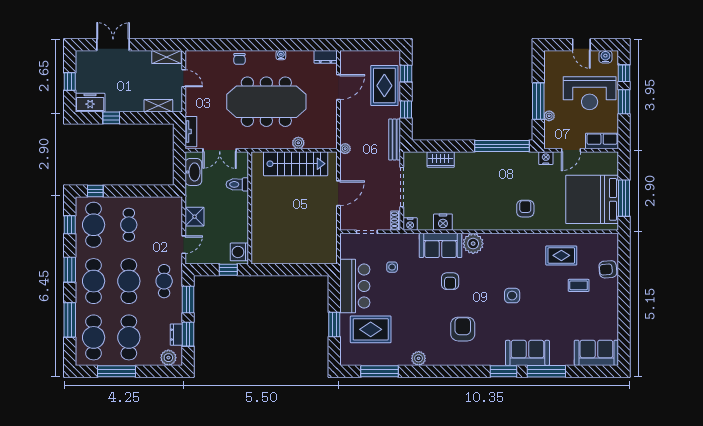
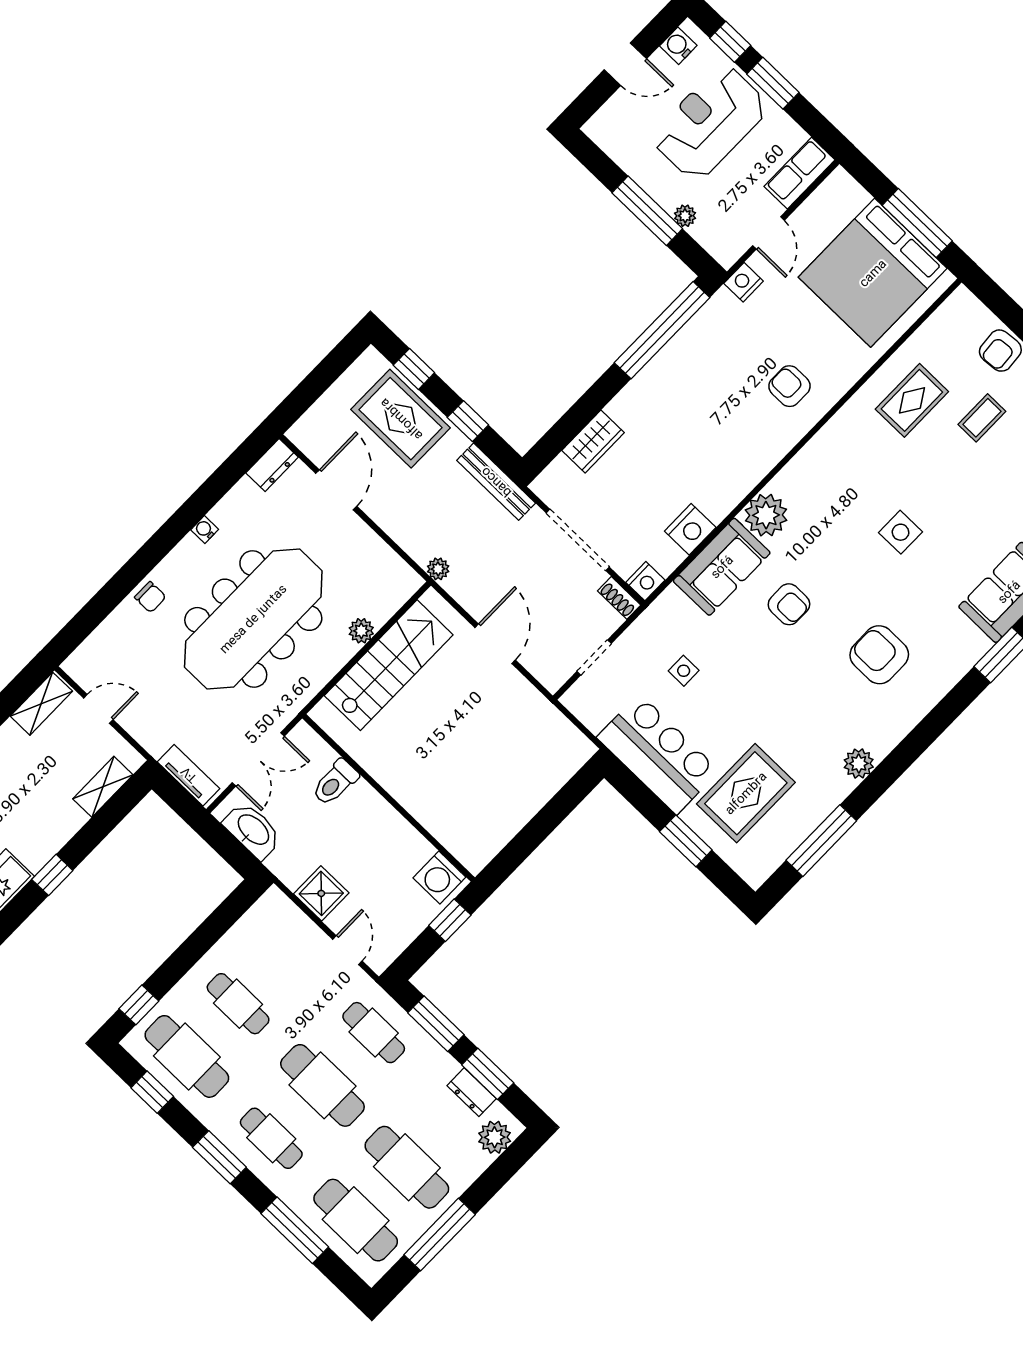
reception desk: (590, 93) -> (710, 123), turned 180
cafe table: (94, 281) -> (271, 1138), width x0.73, depth x0.74

